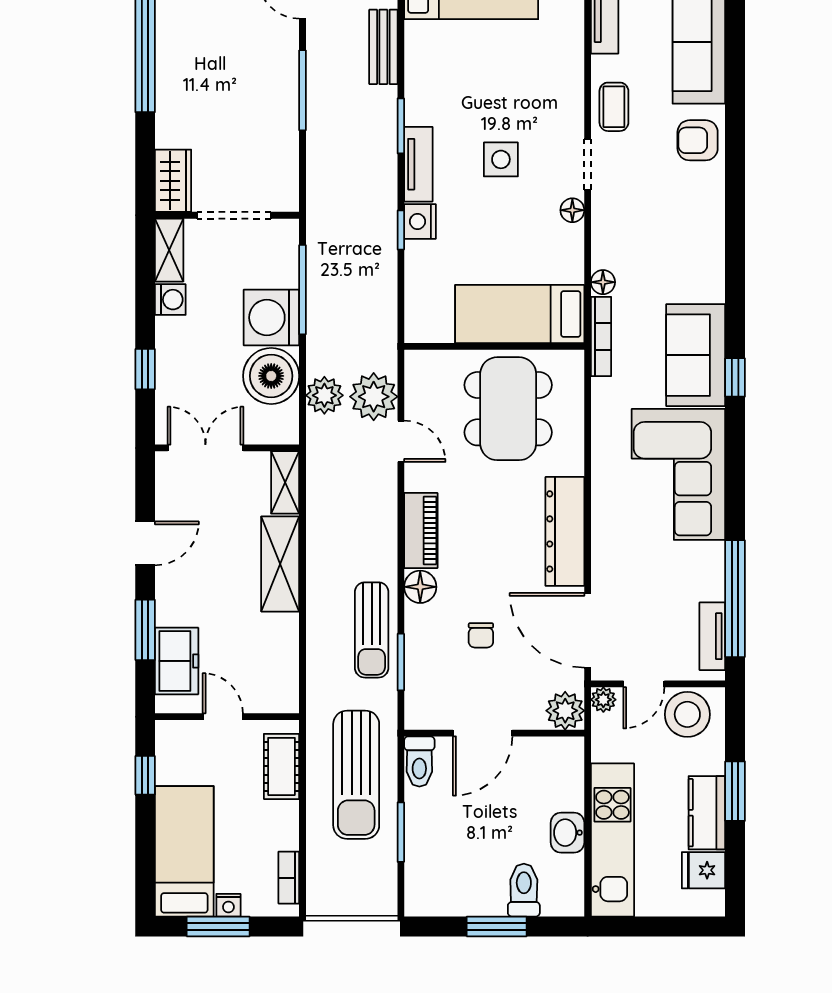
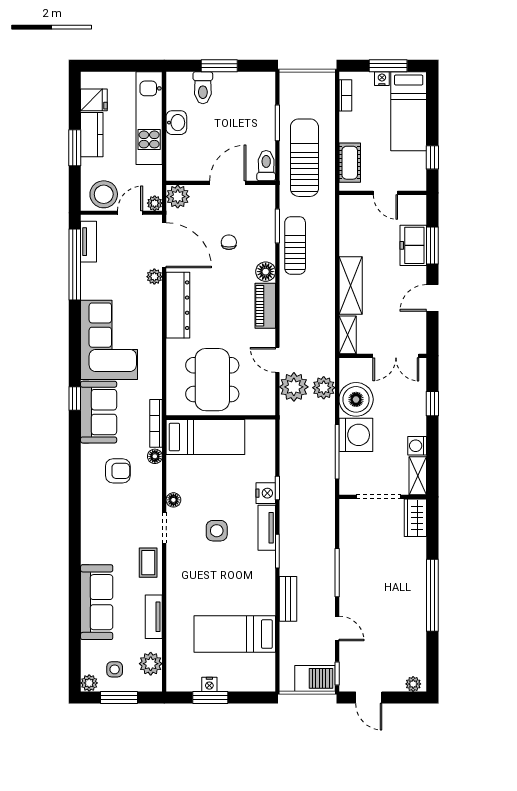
armchair: (698, 140) -> (118, 471), moved
plant: (604, 579) -> (154, 277), added
freezer: (177, 661) -> (413, 245), moved

